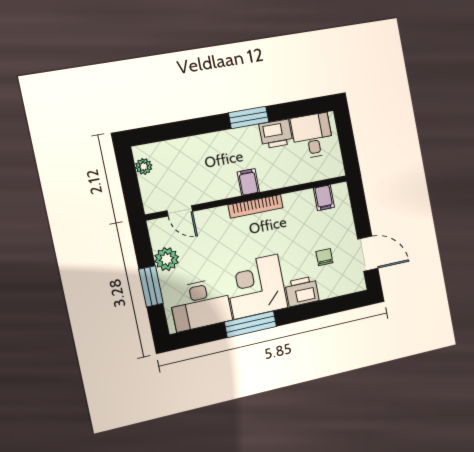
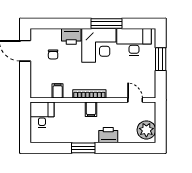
printer: (276, 134) -> (108, 135), moved
desk: (312, 136) -> (42, 115), moved, turned 180
plant: (144, 166) -> (146, 130), width x1.88, depth x1.88
filing cabinet: (324, 198) -> (58, 91), moved
plant: (167, 259) -> (148, 73), removed

